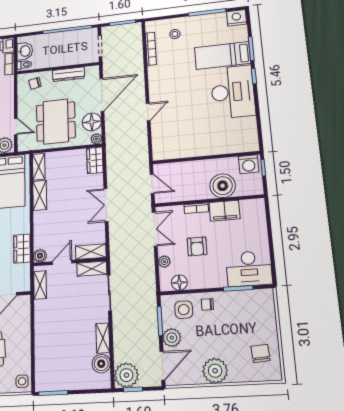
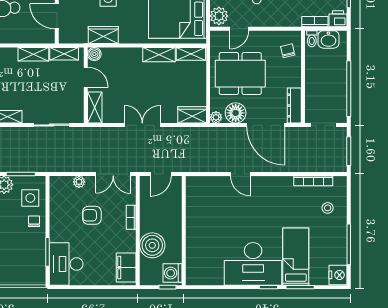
dresser: (68, 74) -> (294, 106), moved
filing cabinet: (225, 211) -> (126, 268), moved
shelving: (92, 269) -> (33, 54), moved, turned 90
floor lamp: (179, 283) -> (57, 195), removed

